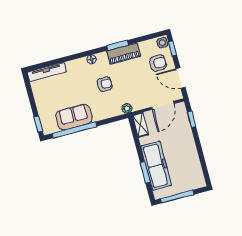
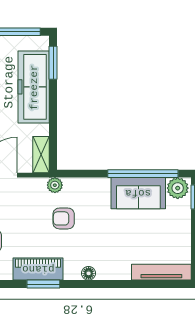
armchair: (105, 84) -> (64, 218), moved
plant: (50, 127) -> (178, 188), added
window: (145, 172) -> (53, 63), moved

